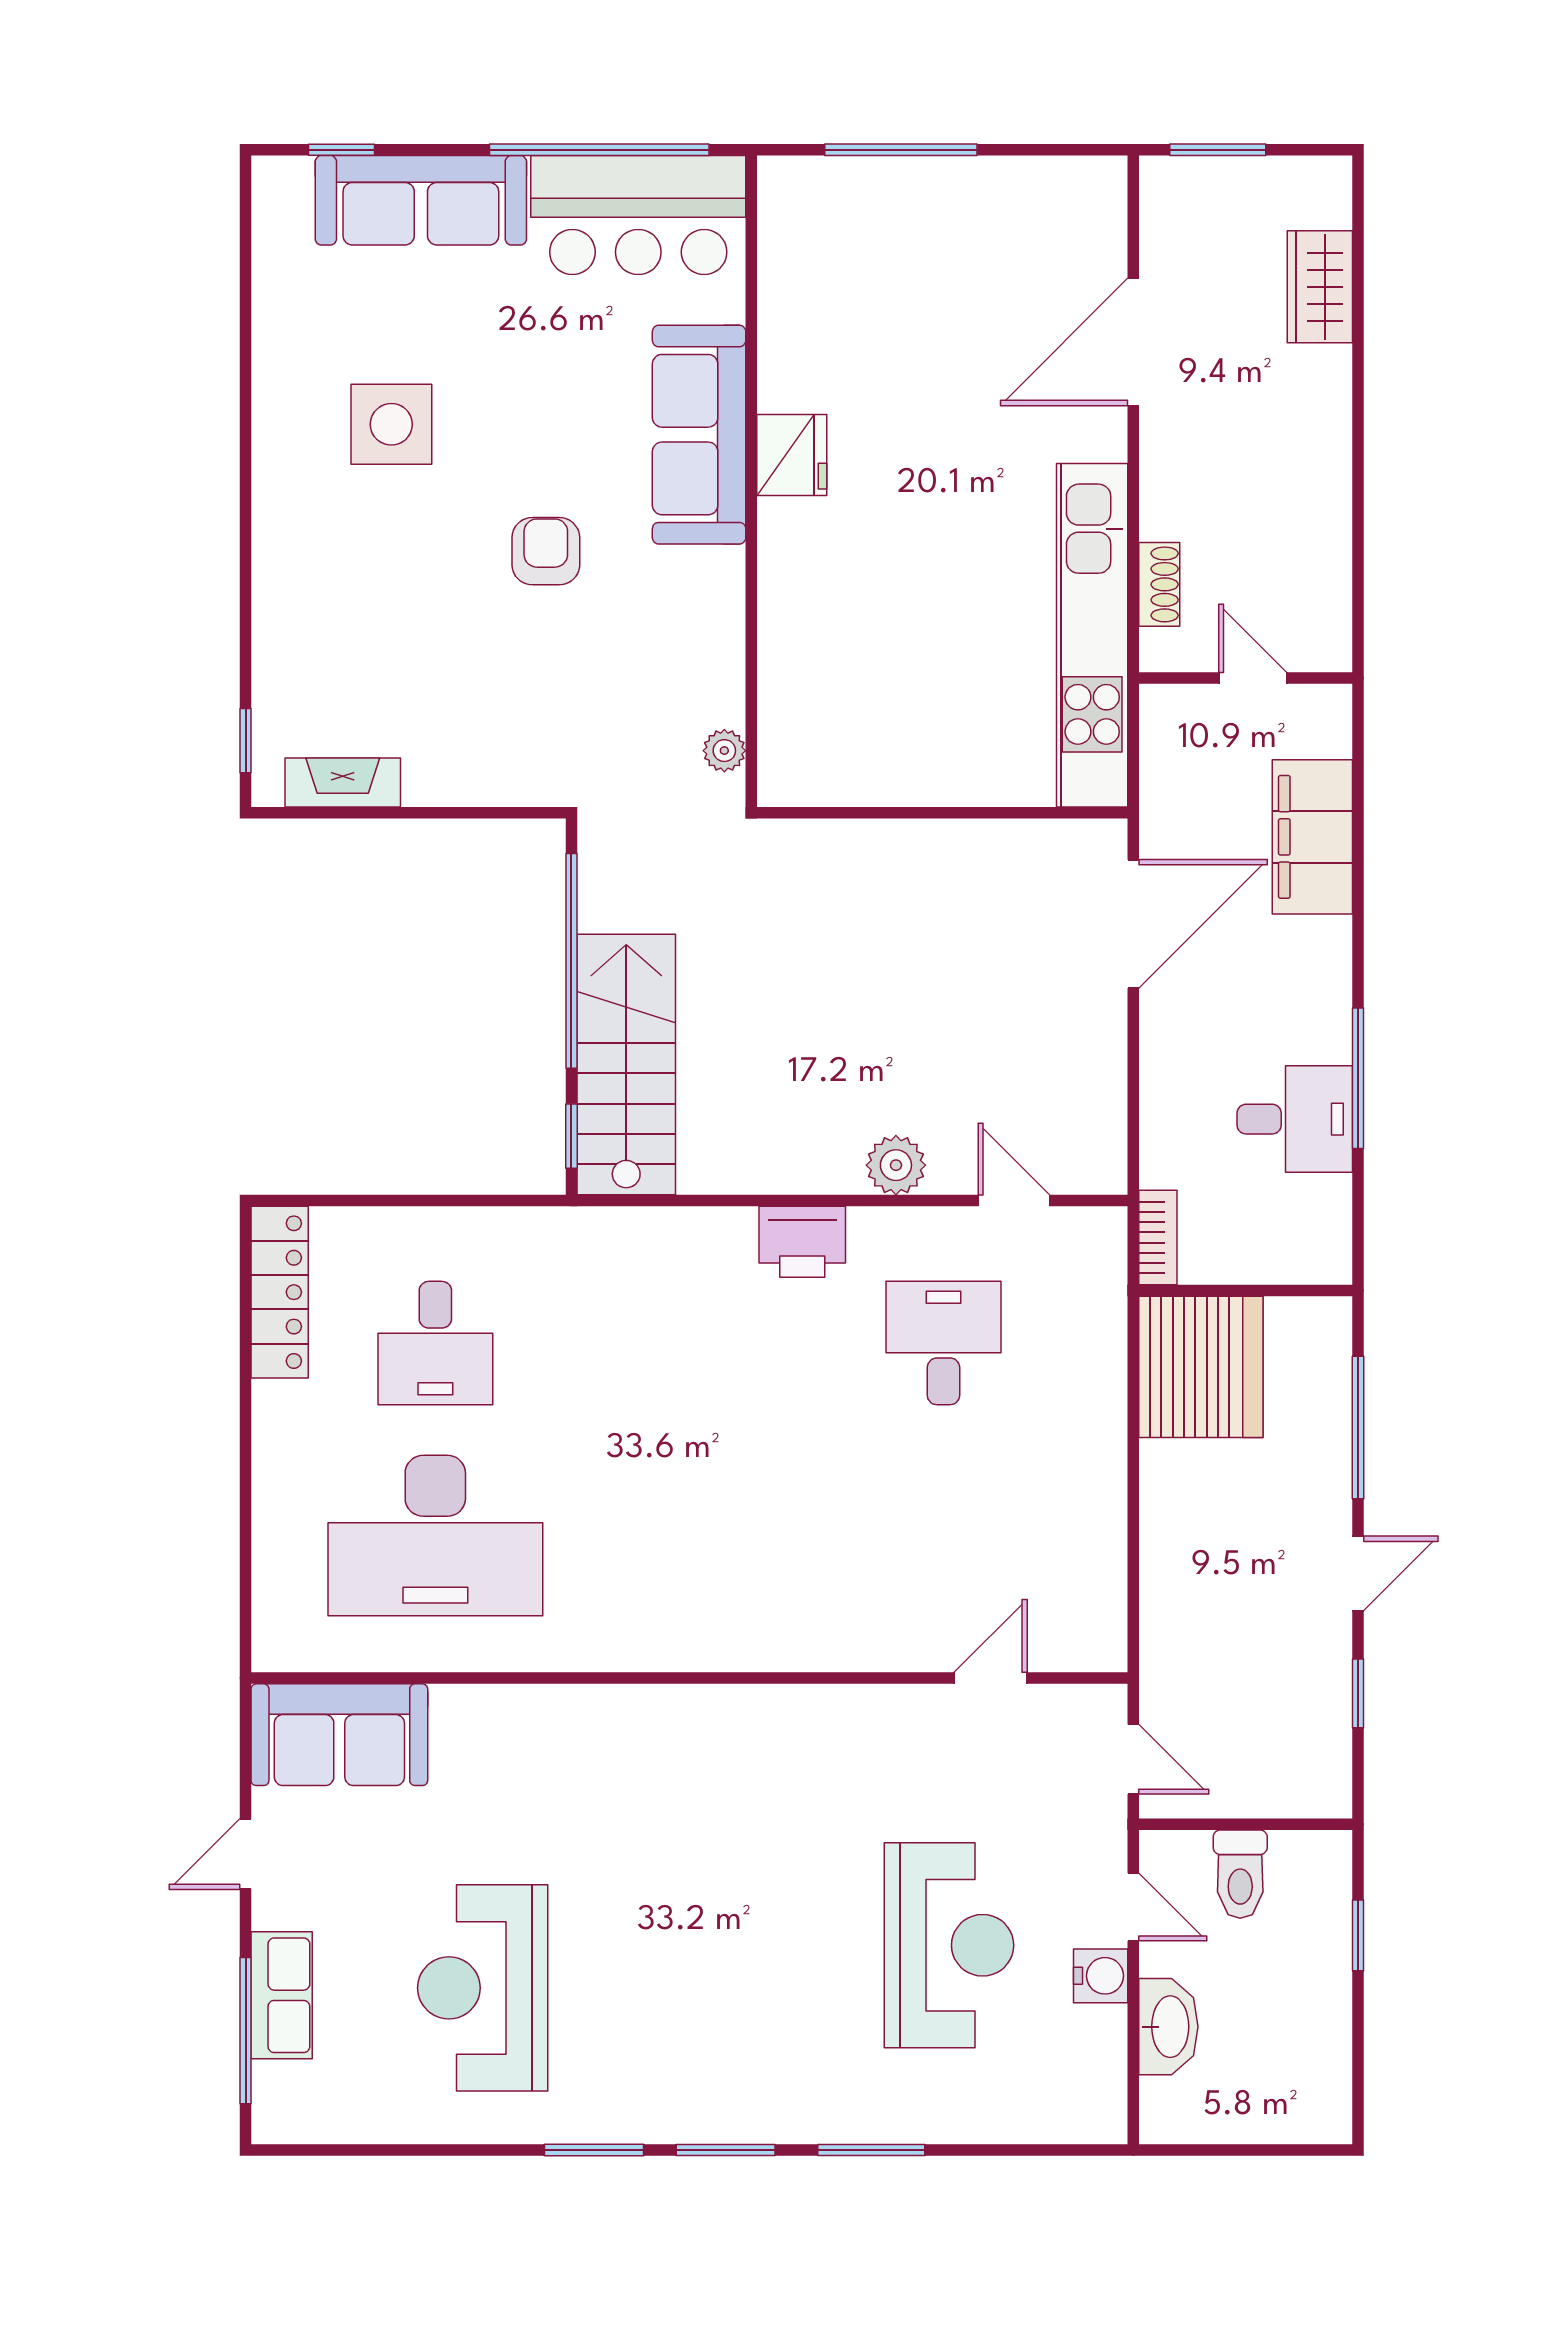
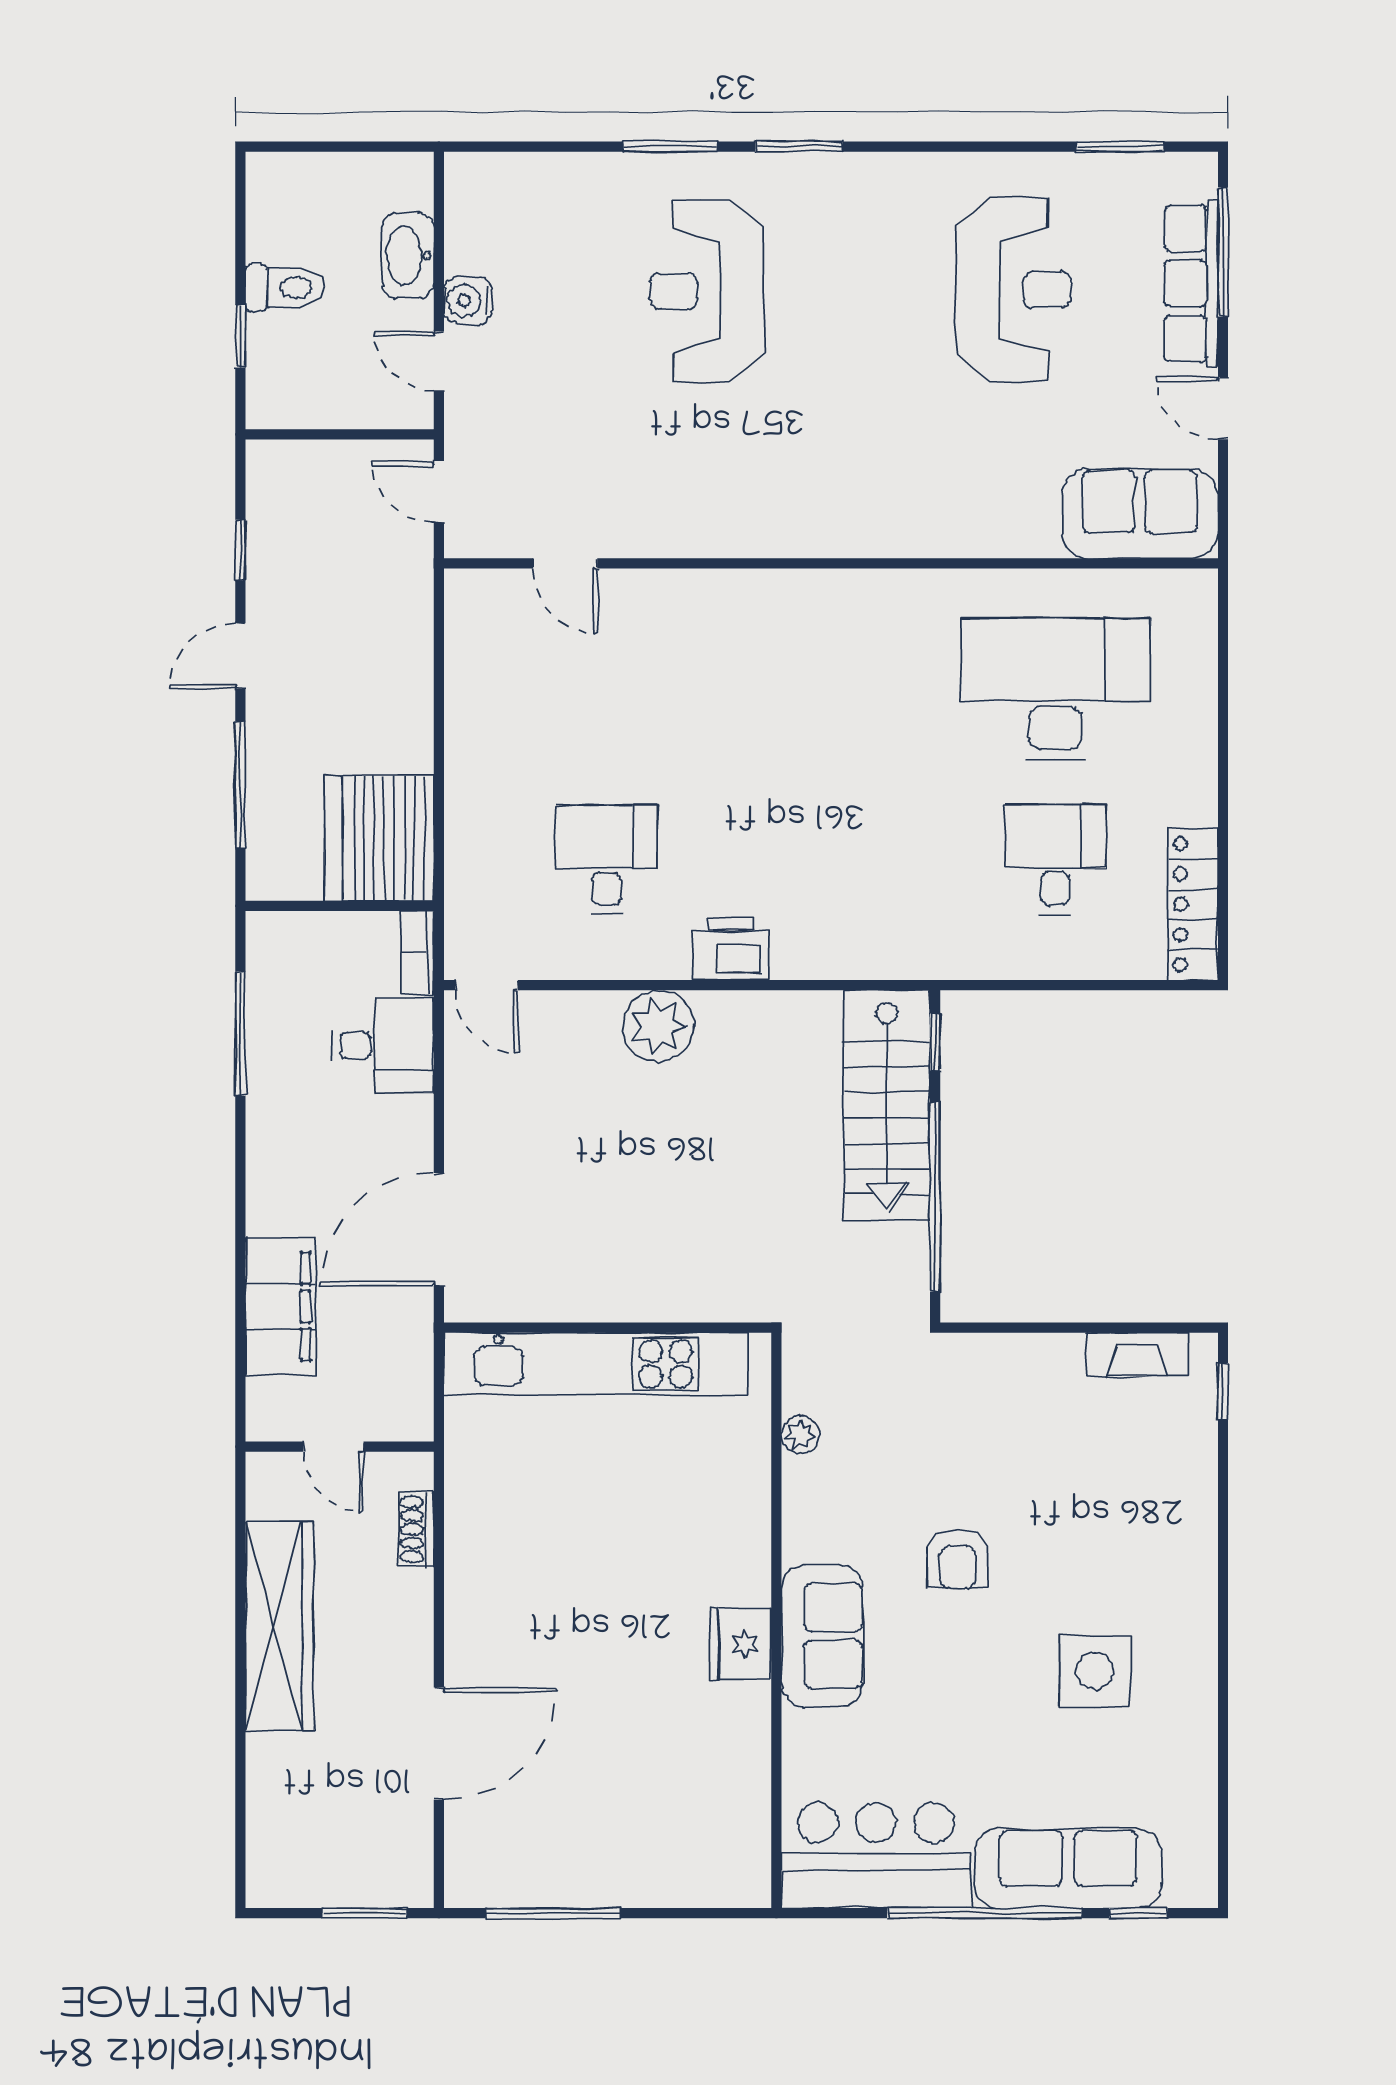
window: (599, 150) -> (985, 1913), moved
window: (901, 150) -> (553, 1913), moved
wardrobe: (1320, 287) -> (279, 1626), moved, width x2.10, depth x1.17
sofa: (699, 435) -> (822, 1636), width x0.73
kitchen unit: (1092, 635) -> (596, 1364), moved, turned 90
plant: (724, 751) -> (800, 1435), moved
window: (1358, 1078) -> (240, 1034), moved
desk: (1295, 1119) -> (383, 1045), moved, turned 180
plant: (896, 1165) -> (658, 1026), width x1.36, depth x1.36
door: (1014, 1201) -> (487, 985), moved
desk: (943, 1343) -> (607, 859), turned 180
door: (990, 1678) -> (565, 563), hinge flipped
door: (246, 1854) -> (1223, 408), swing flipped
toilet: (1240, 1874) -> (285, 288), moved, turned 90
reception desk: (949, 1945) -> (707, 291), moved
row of seats: (282, 1995) -> (1191, 283), width x1.48
window: (594, 2150) -> (1120, 147), moved

